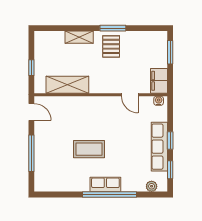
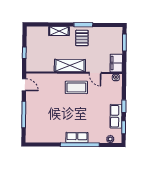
shelving: (67, 85) -> (70, 66), moved
row of seats: (159, 147) -> (116, 116), width x0.68
coffee table: (89, 149) -> (76, 87), moved

